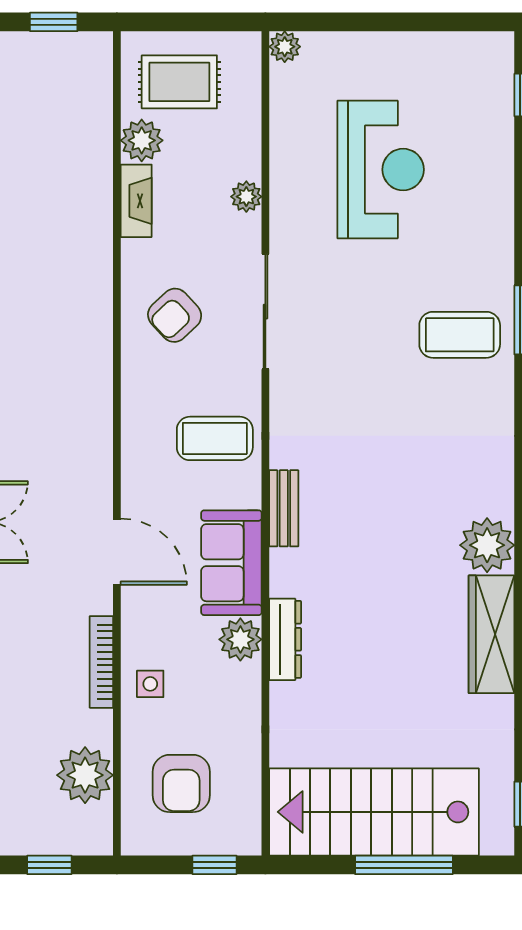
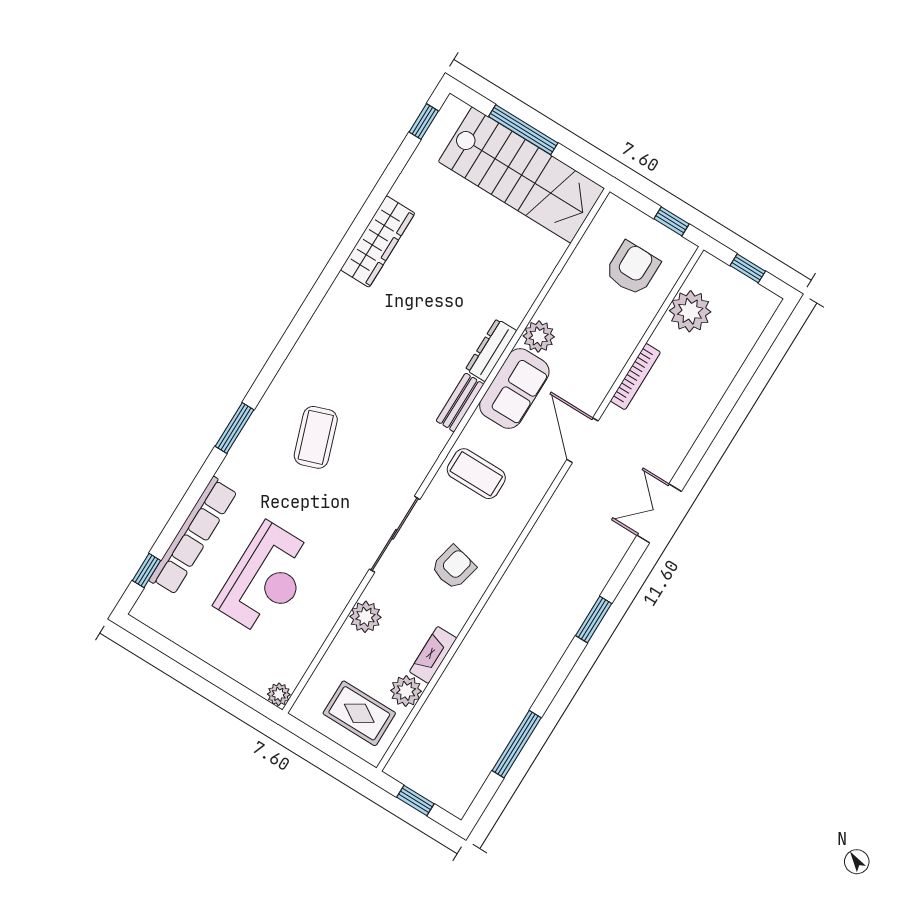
row of seats: (495, 168) -> (193, 536), added
reception desk: (381, 170) -> (266, 579), turned 180
plant: (246, 197) -> (365, 617), width x1.38, depth x1.38
armchair: (175, 315) -> (454, 567), turned -34
coffee table: (460, 335) -> (316, 437), moved, turned 71
plant: (487, 545) -> (346, 300), removed
dresser: (285, 639) -> (491, 350), moved
side table: (150, 684) -> (613, 344), removed
window: (214, 865) -> (671, 221), moved

